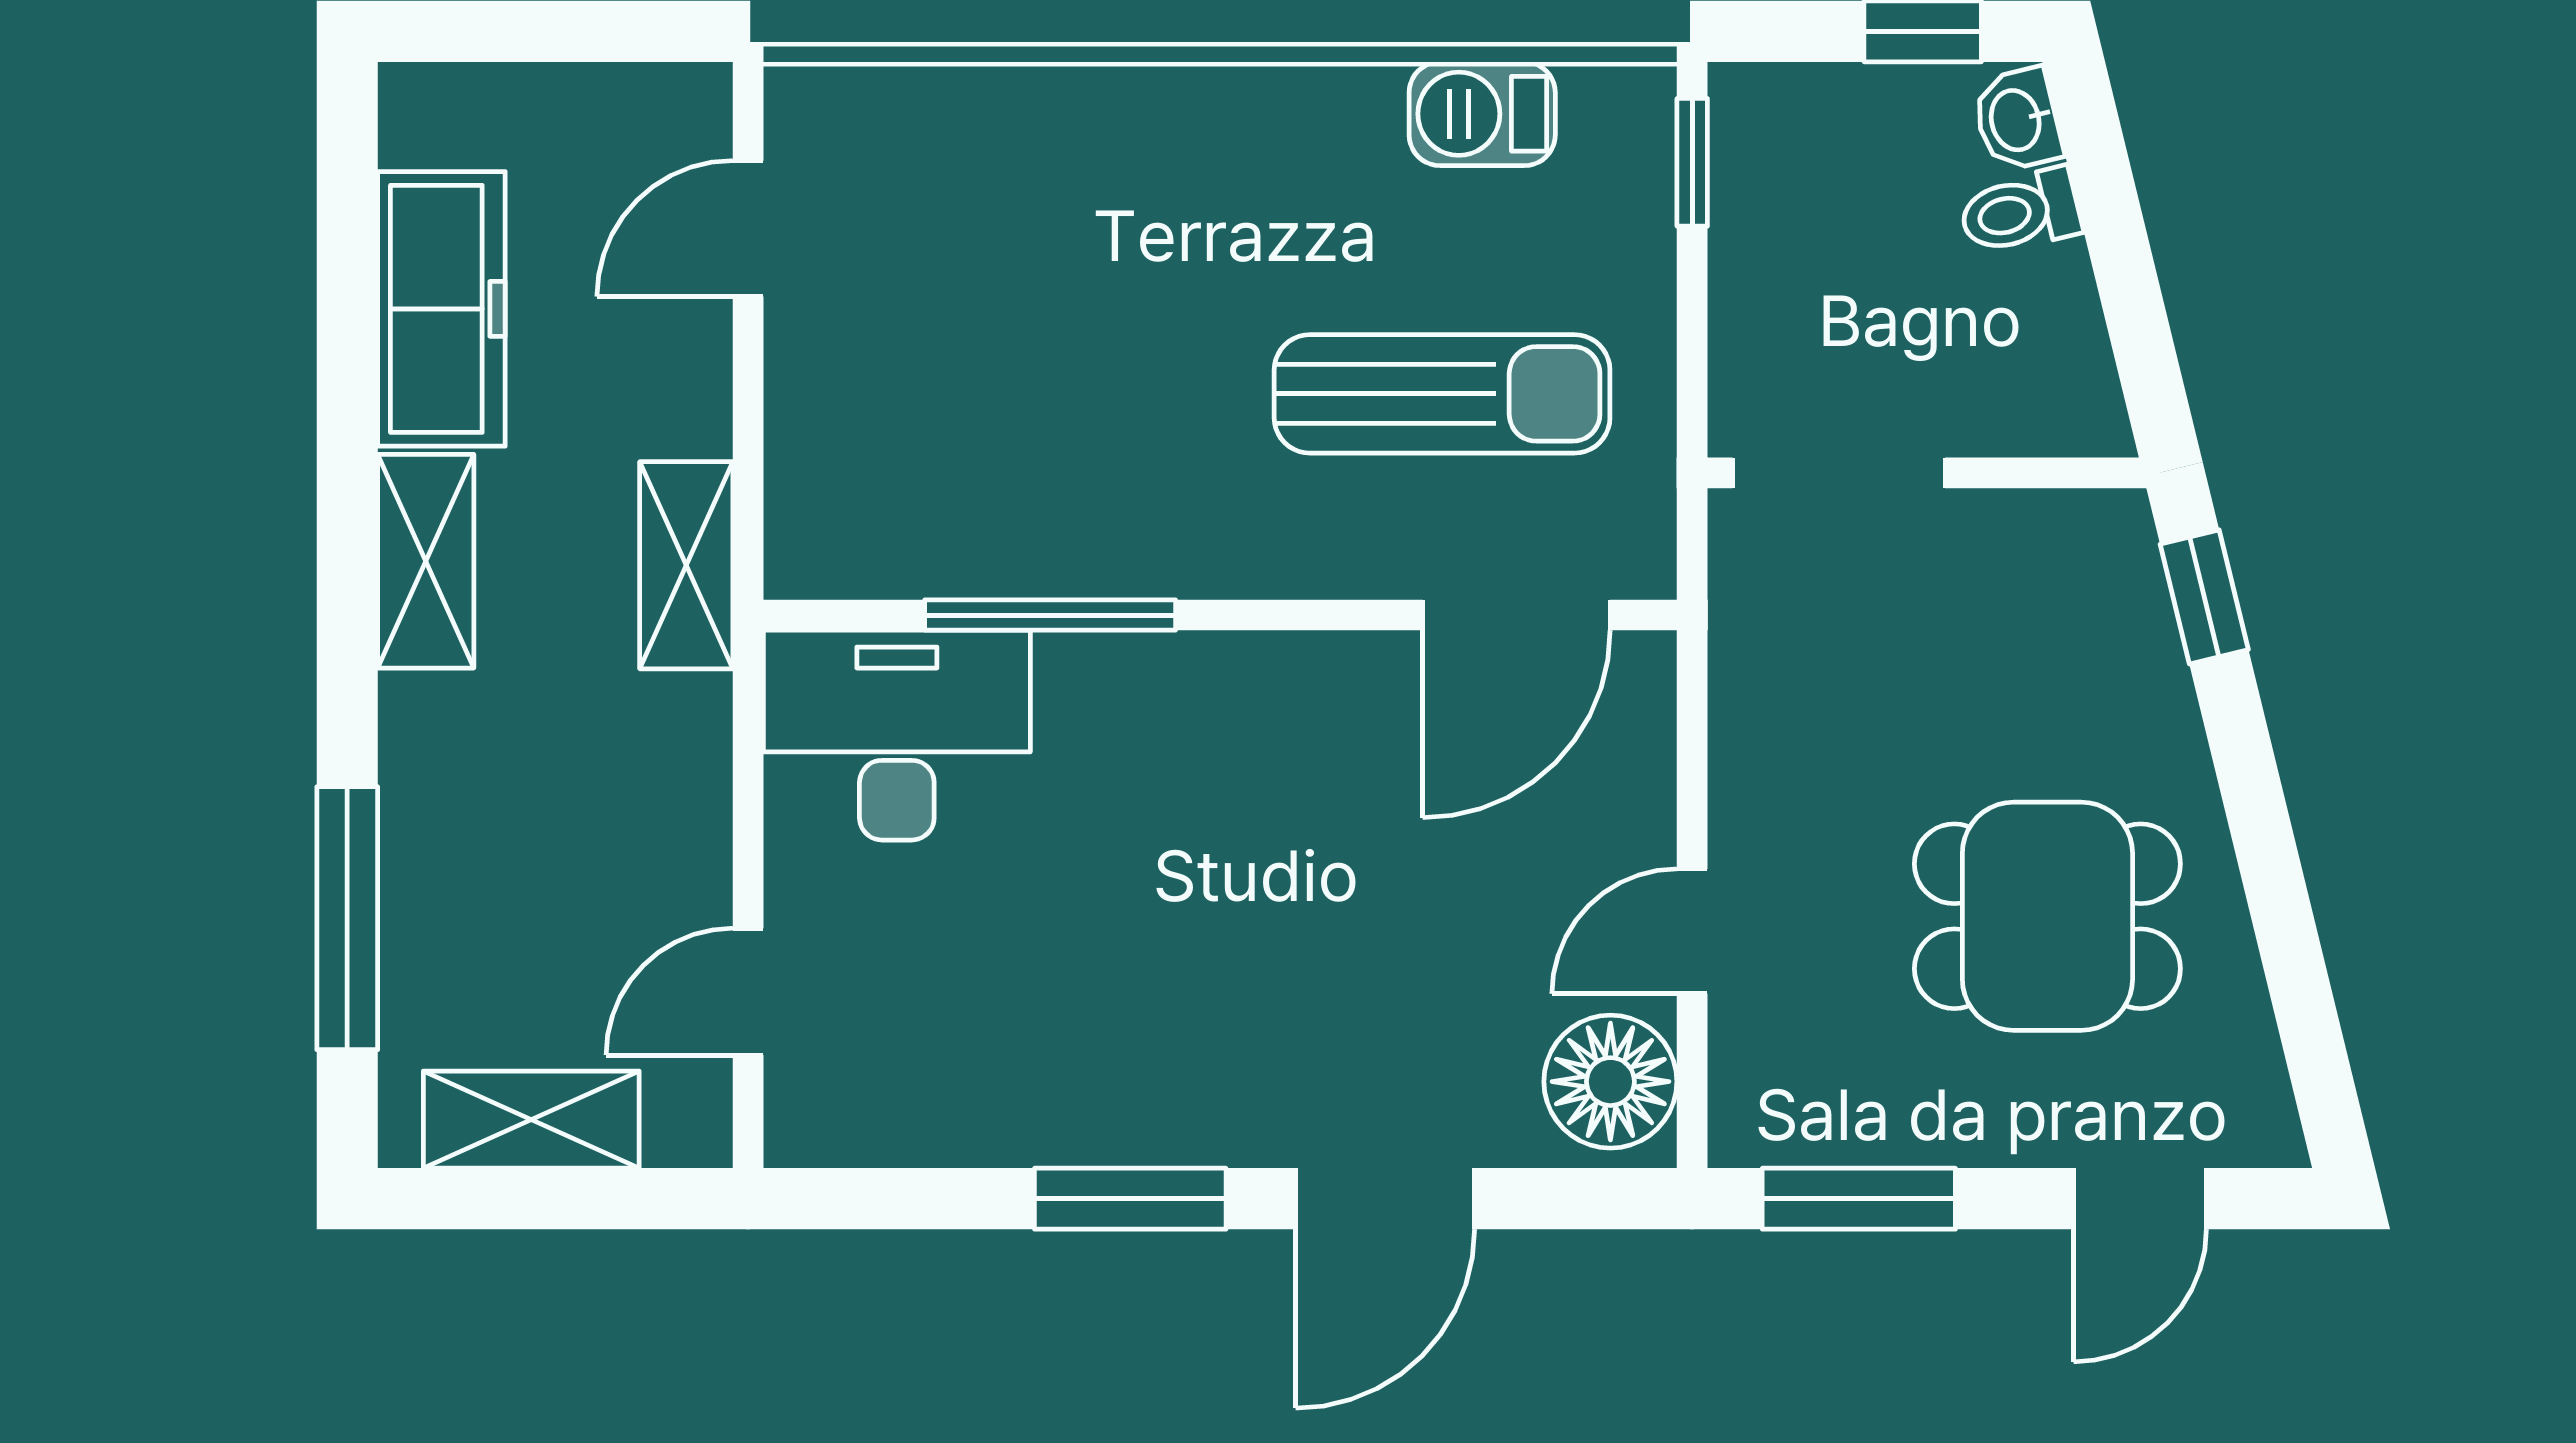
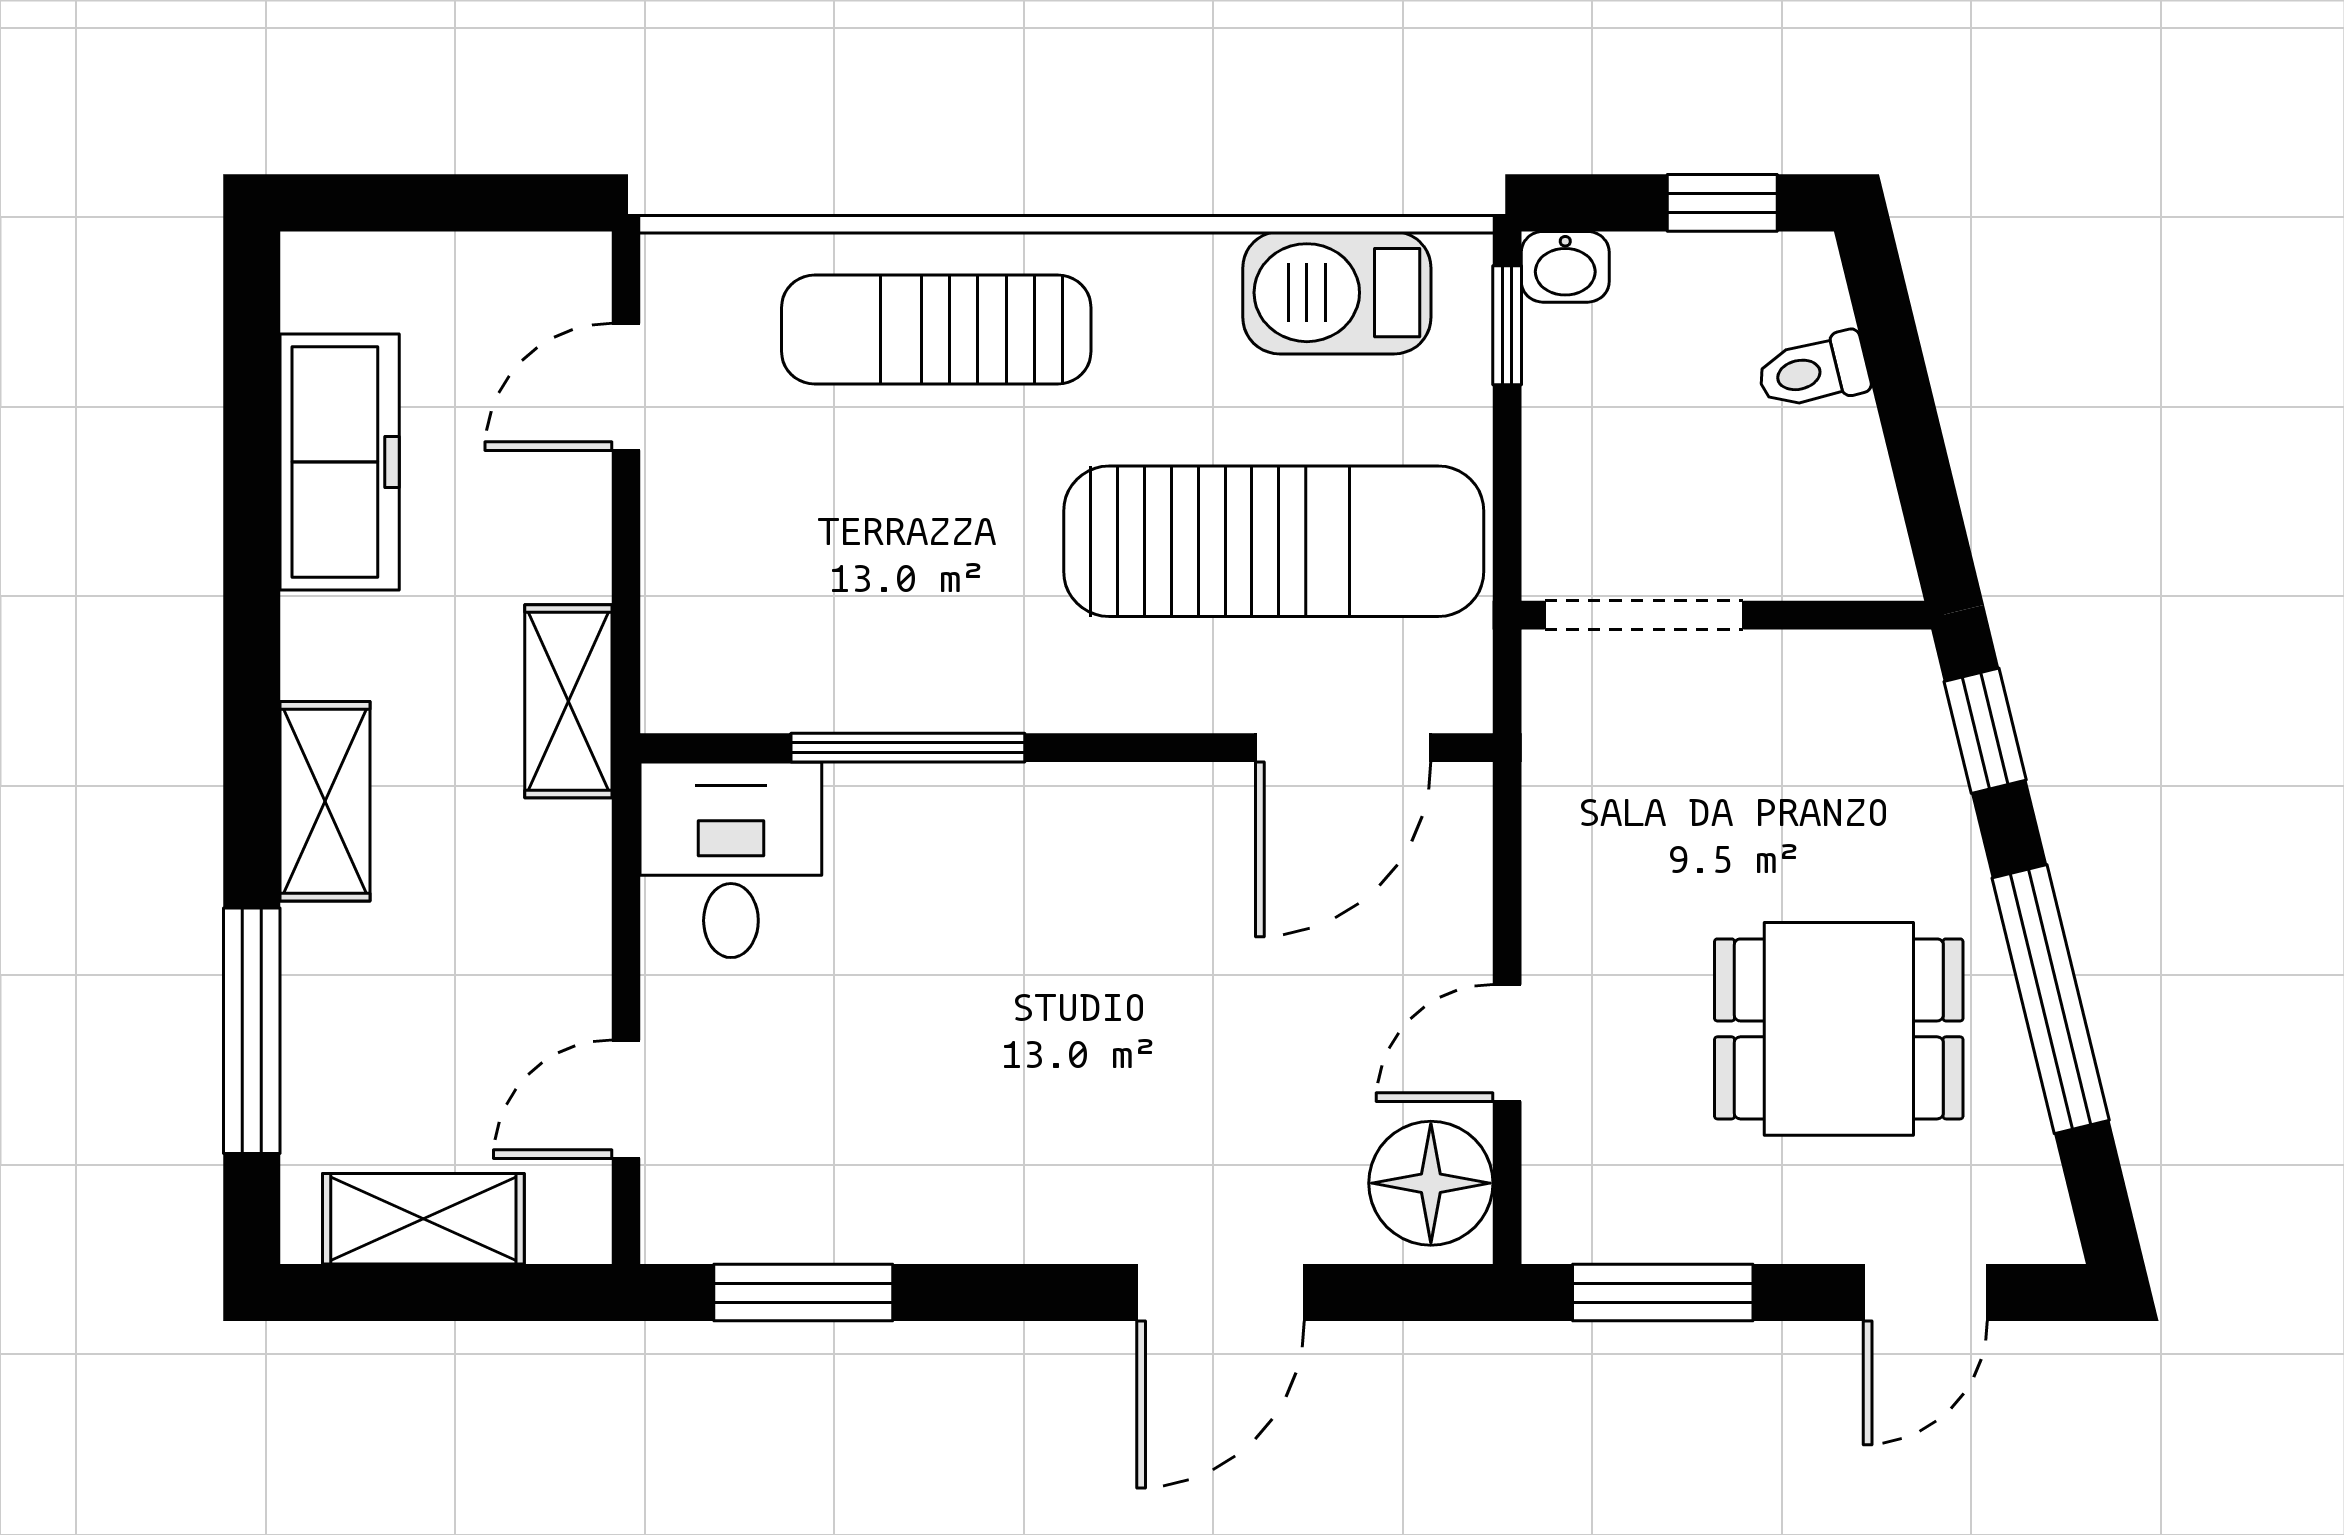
barbecue: (1482, 114) -> (1337, 293), width x1.38, depth x1.27
washbasin: (2017, 120) -> (1565, 267), moved, turned -76
sun lounger: (1081, 167) -> (936, 329), added
sun lounger: (1442, 394) -> (1274, 541), width x1.36, depth x1.34
shelving: (426, 561) -> (325, 801), moved
desk: (897, 735) -> (731, 860), width x0.73
window: (2274, 884) -> (2051, 999), added
window: (1130, 1199) -> (803, 1293), moved

